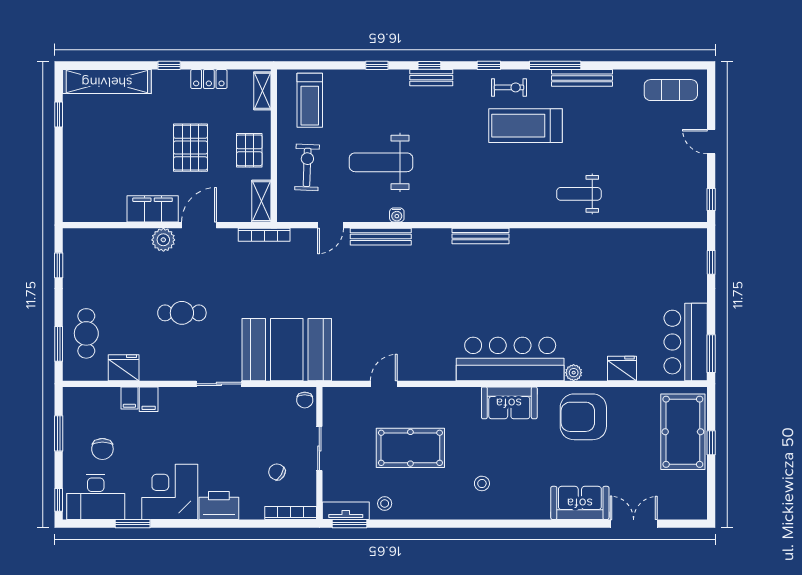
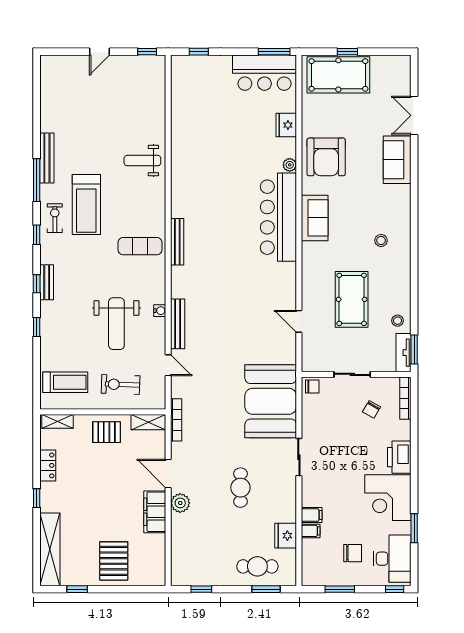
exercise mat: (671, 90) -> (140, 246), moved, turned 90
pallet: (190, 148) -> (114, 561), moved, turned 90
weight bench: (579, 194) -> (142, 161), turned 90

